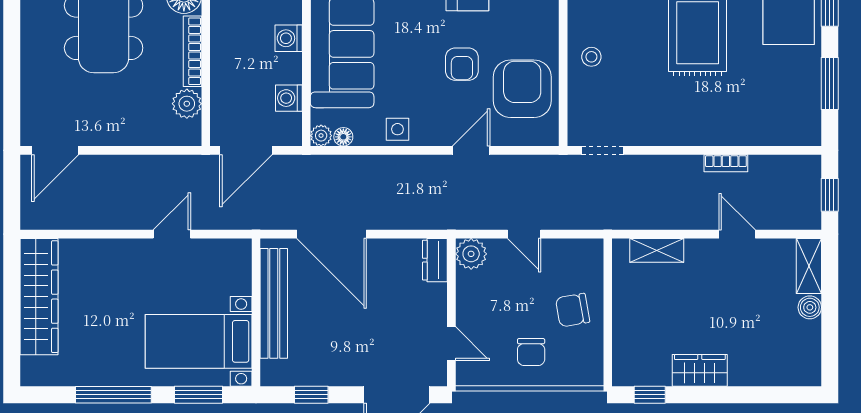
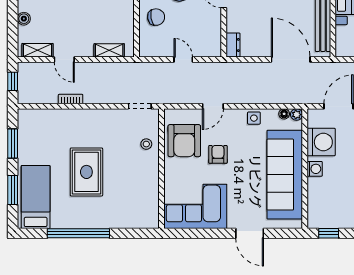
stool: (591, 57) -> (146, 144), moved
washing machine: (289, 98) -> (321, 142), width x1.89, depth x1.89
plant: (471, 254) -> (213, 49), removed
shelving: (809, 266) -> (37, 50), moved, turned 90

